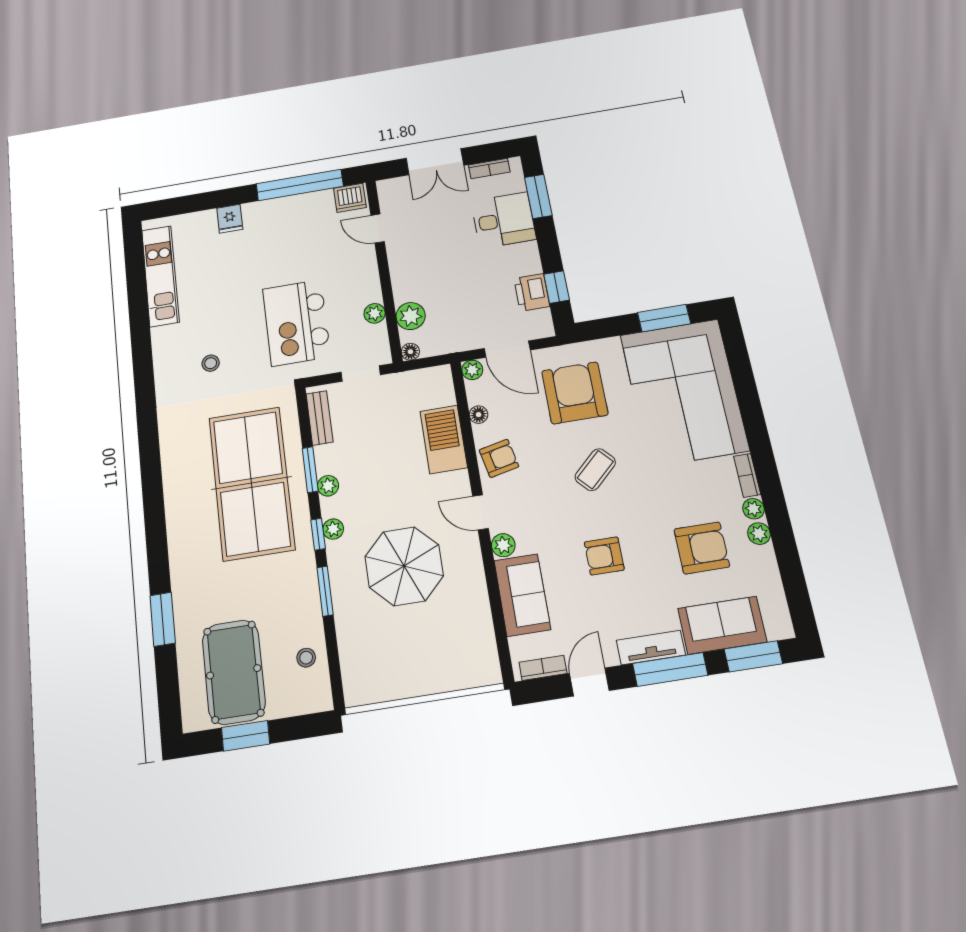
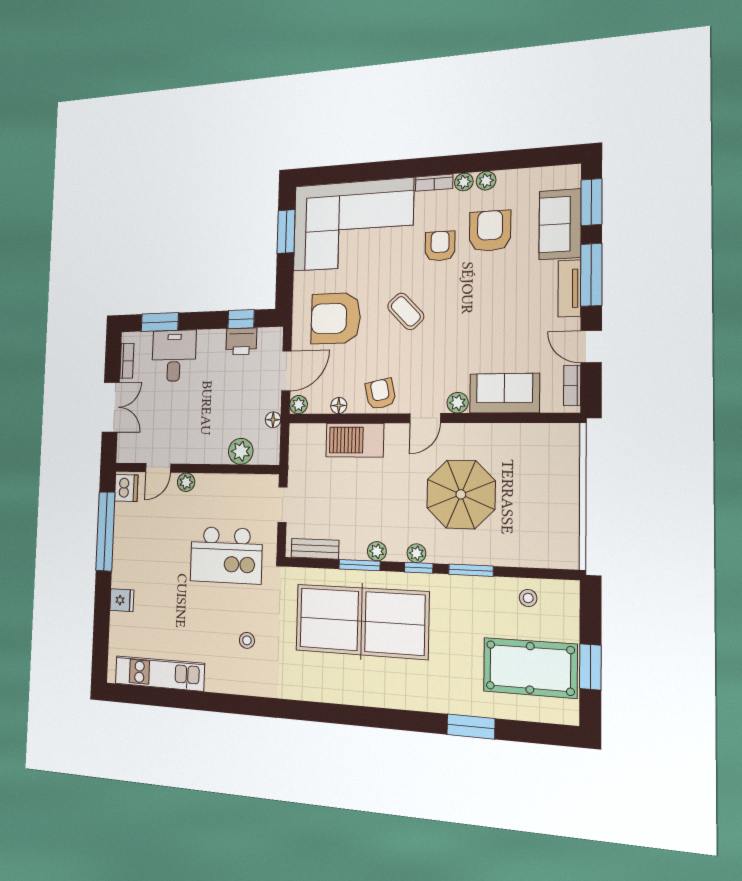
plant: (375, 313) -> (186, 482), moved
floor lamp: (410, 352) -> (273, 420), moved
armchair: (604, 556) -> (440, 246), moved, turned 180

